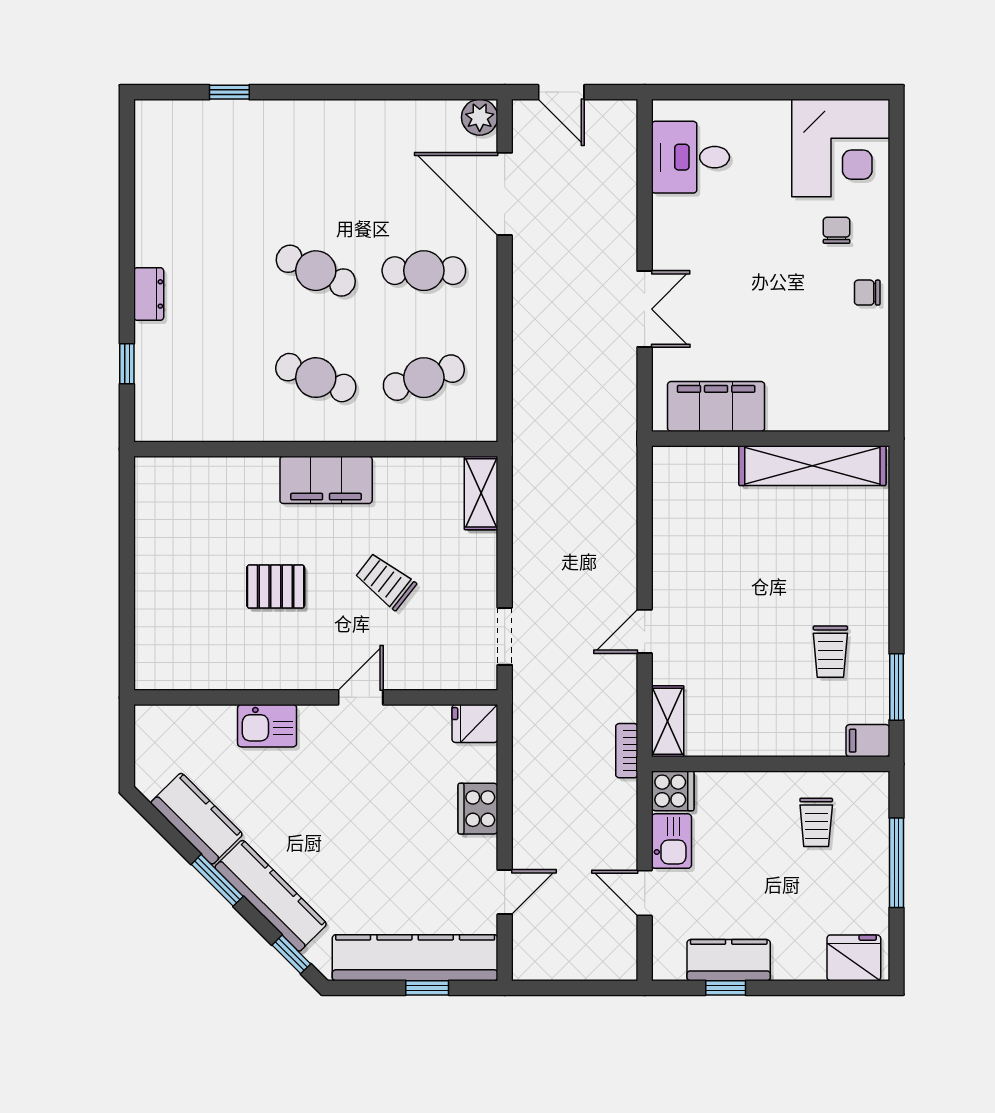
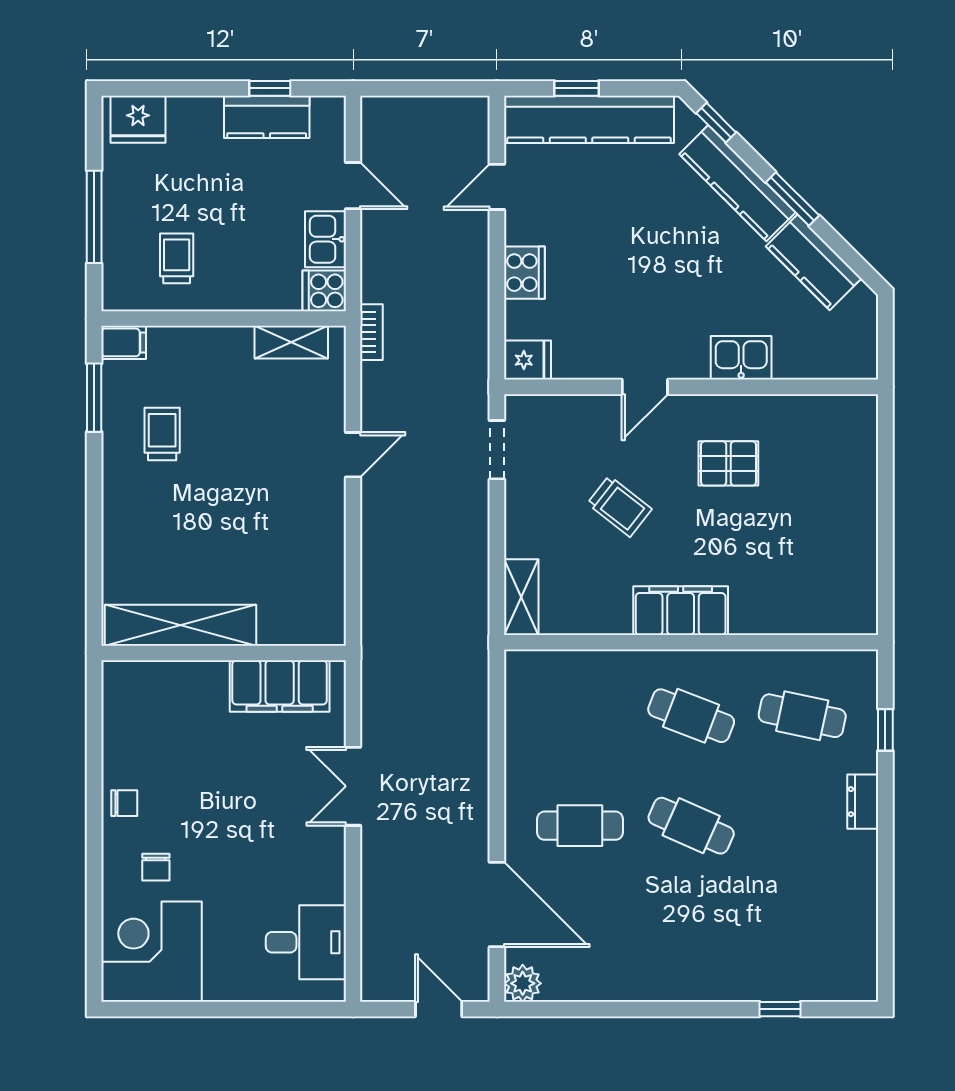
cafe table: (424, 378) -> (802, 716), moved, turned 30
pallet: (276, 587) -> (728, 463), moved
shelving: (668, 721) -> (291, 342), moved, turned 90

